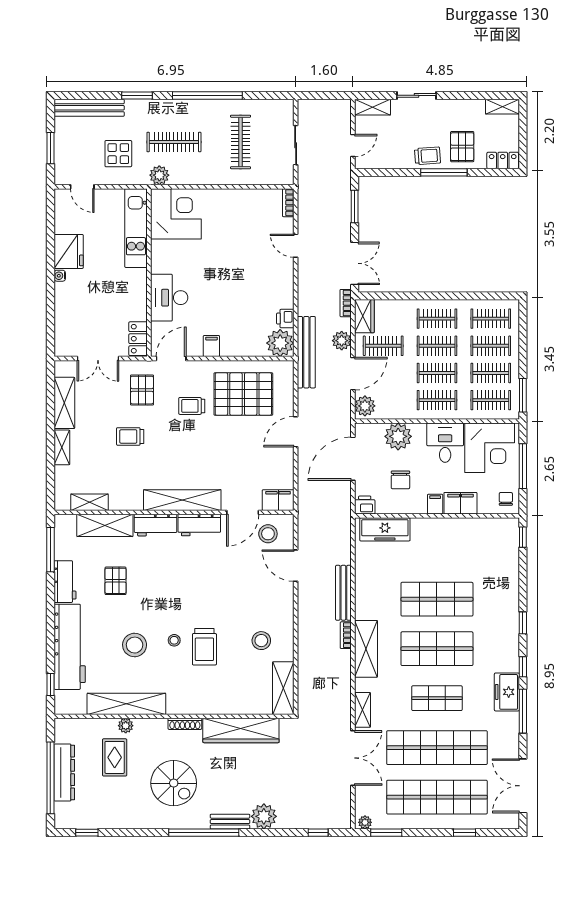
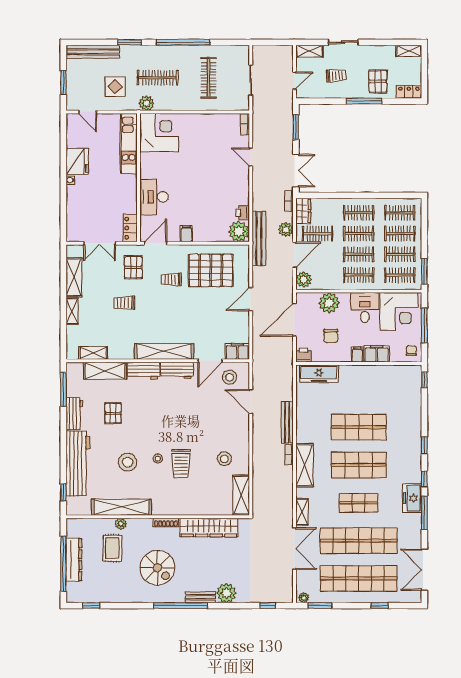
trolley: (427, 156) -> (336, 75), moved

